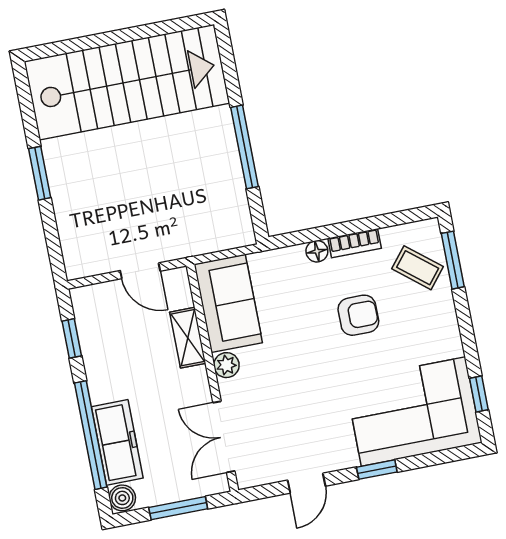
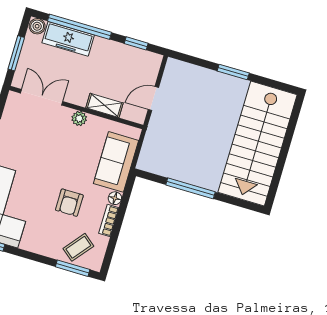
sofa: (228, 303) -> (116, 162), moved, turned 90

